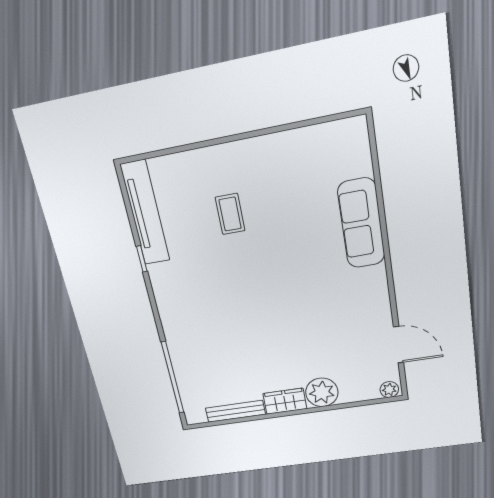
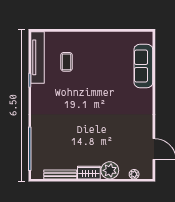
coffee table: (230, 214) -> (66, 62), moved
sofa: (361, 223) -> (143, 66), moved
plant: (389, 390) -> (134, 174), moved

